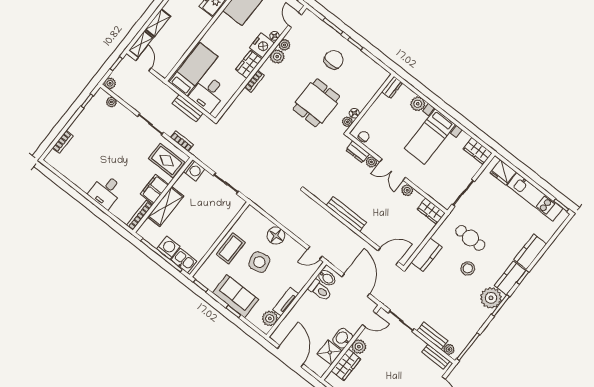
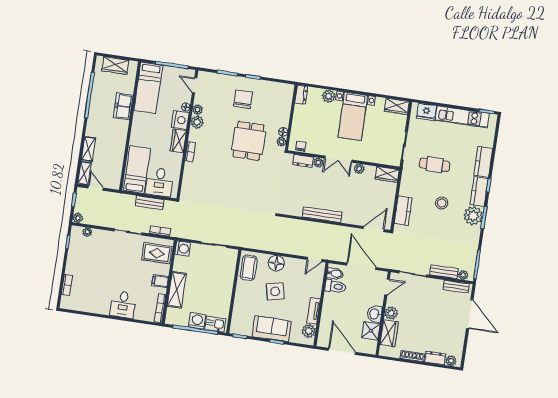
filing cabinet: (155, 189) -> (160, 281), width x0.50
cafe table: (470, 238) -> (435, 165), moved
coffee table: (231, 248) -> (249, 268), moved

